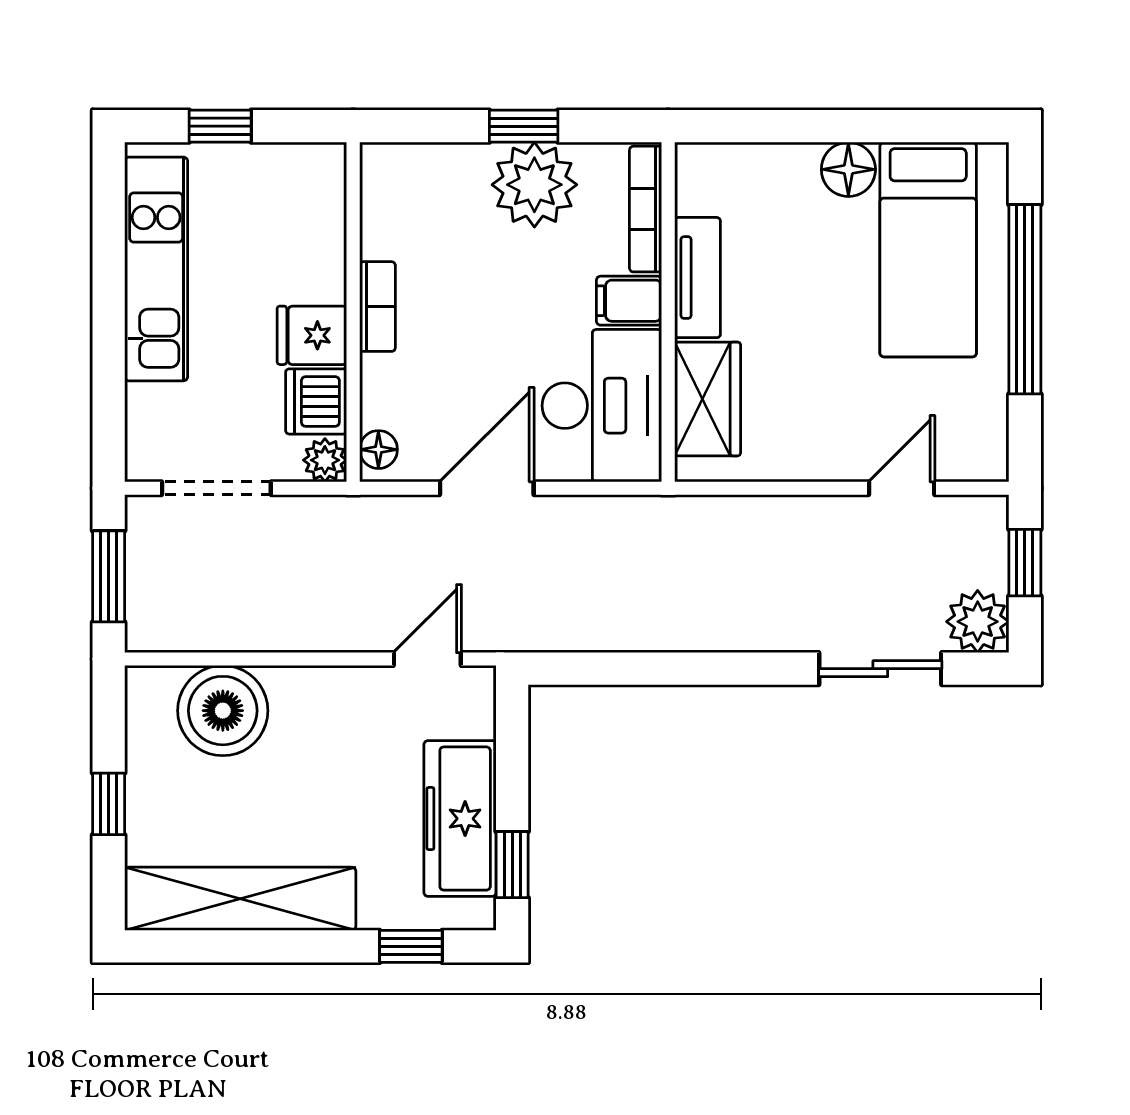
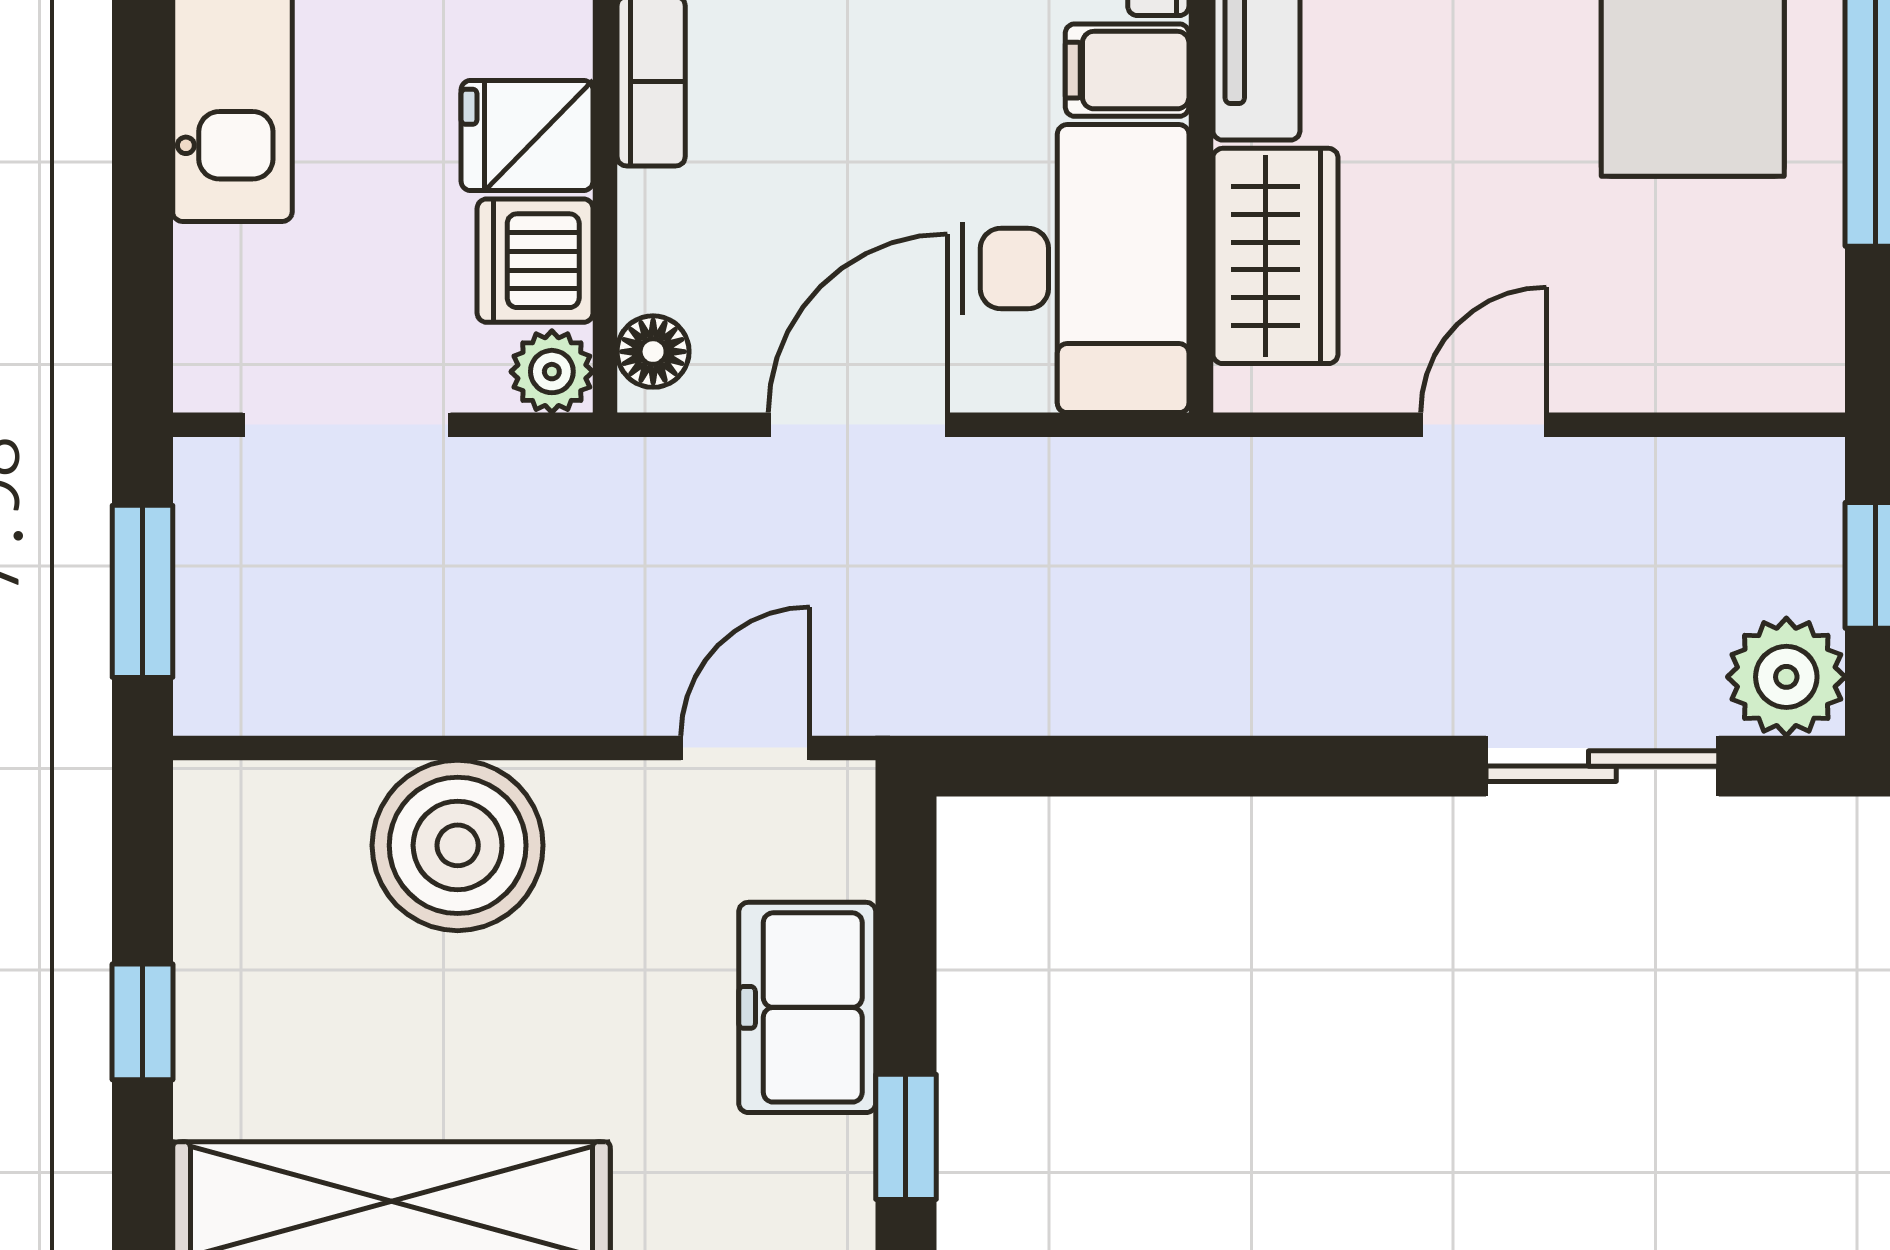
door: (902, 488) -> (1484, 425), moved
boiler: (223, 711) -> (458, 845), moved
freezer: (460, 819) -> (807, 1007), width x0.71

